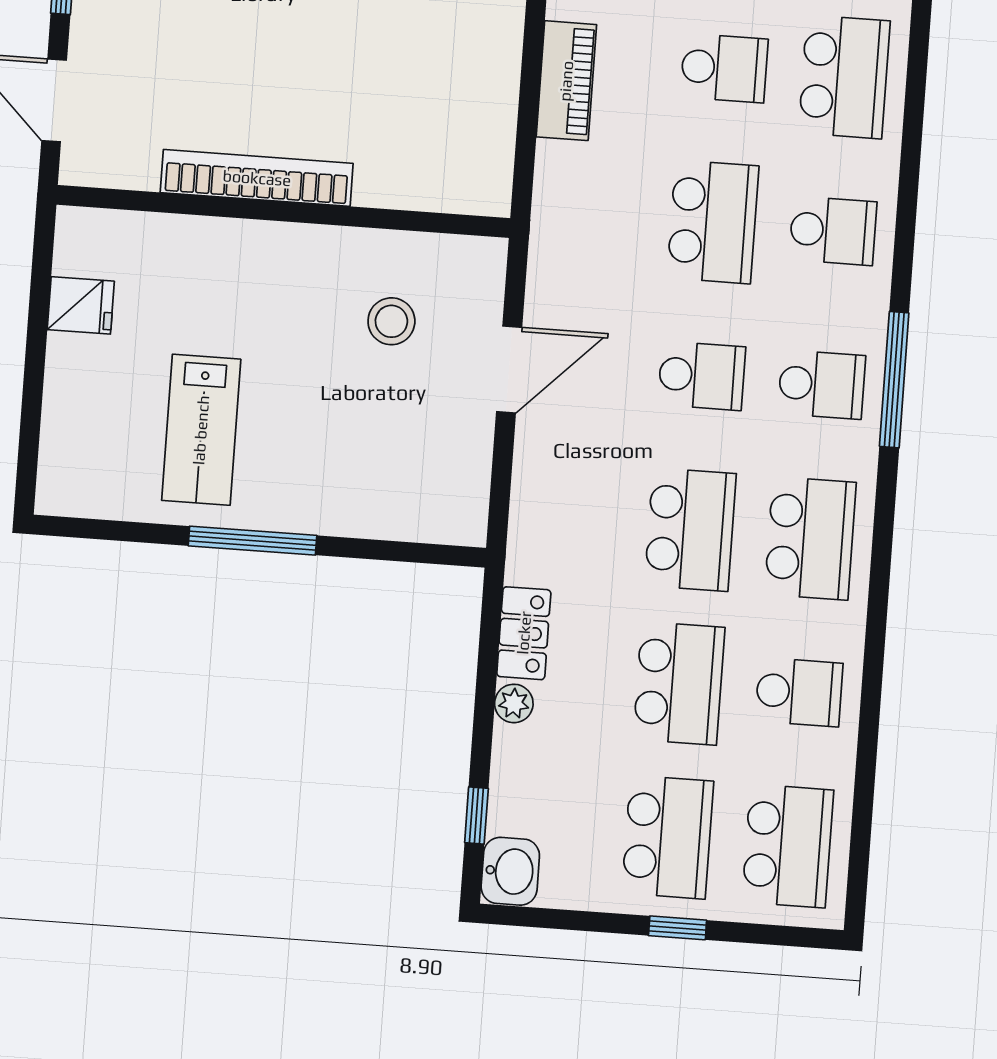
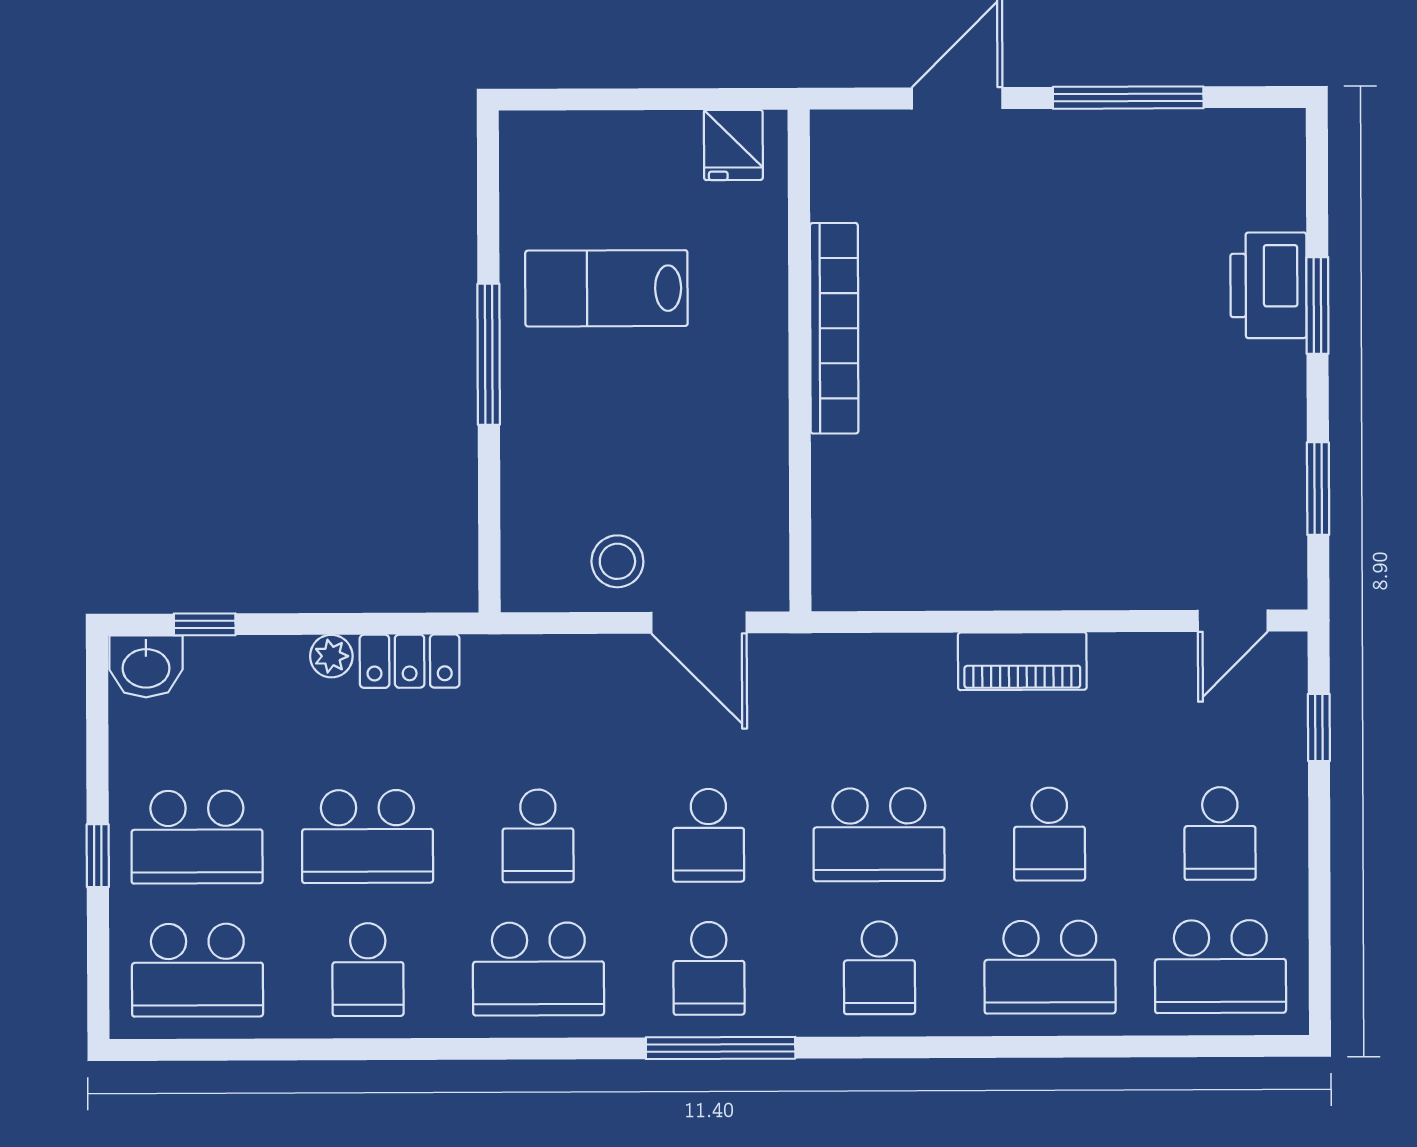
bookcase: (257, 178) -> (834, 328), moved
wall: (283, 211) -> (800, 361), moved
stool: (391, 321) -> (617, 561), moved
school desk: (690, 530) -> (538, 836), width x0.54

